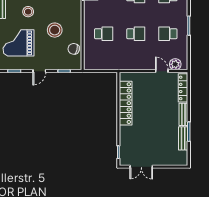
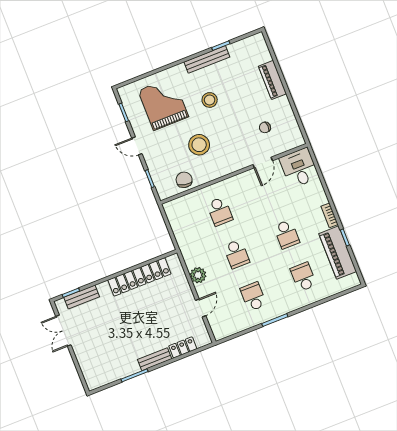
plant: (175, 64) -> (198, 275), moved
locker: (183, 88) -> (183, 347), width x0.66
bench: (183, 138) -> (82, 297), moved

